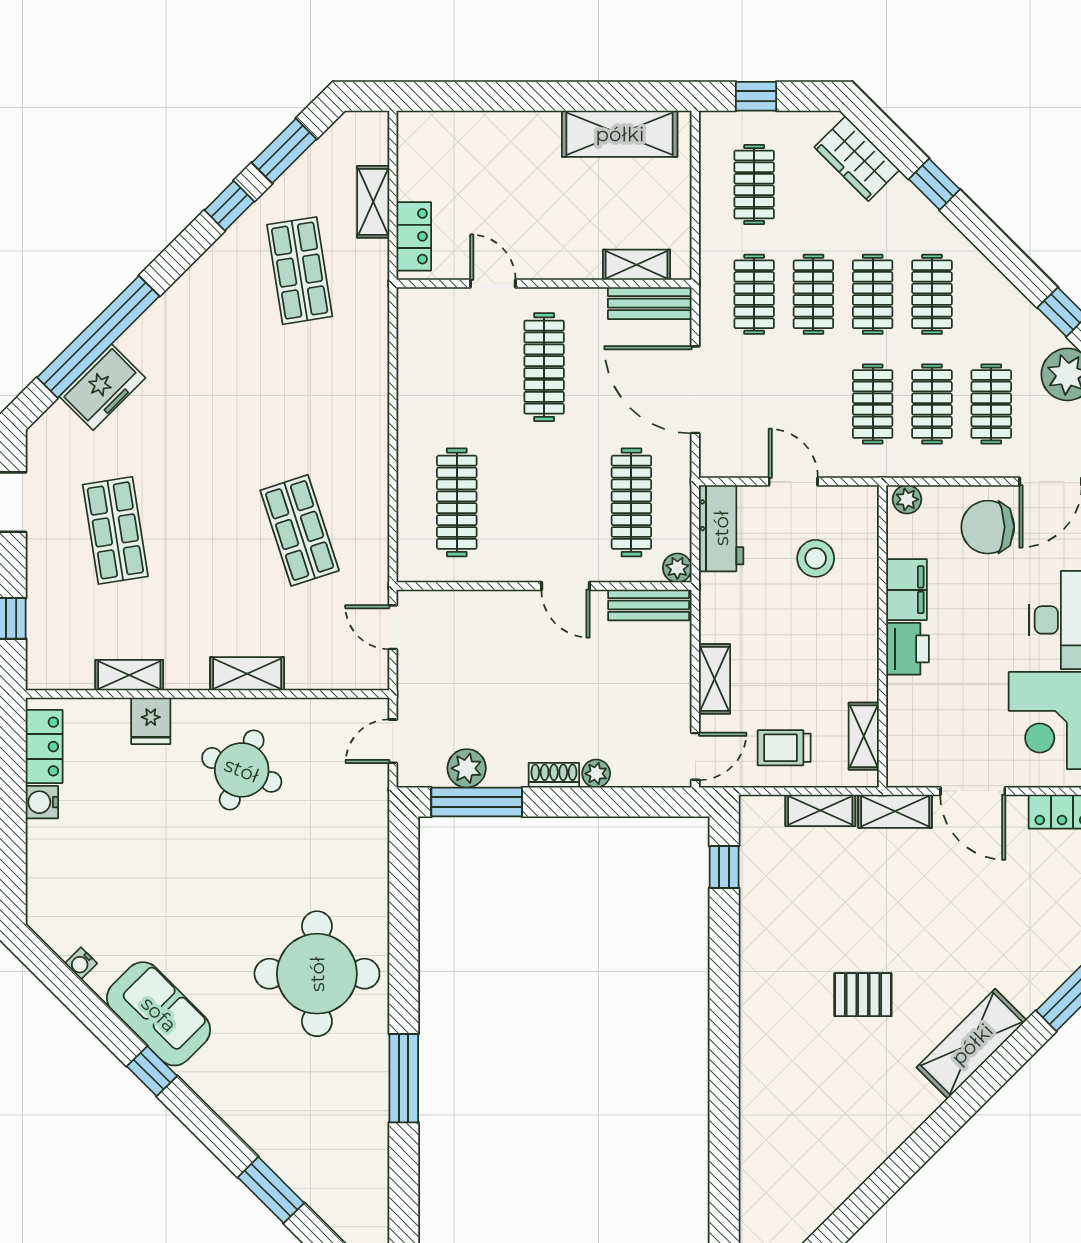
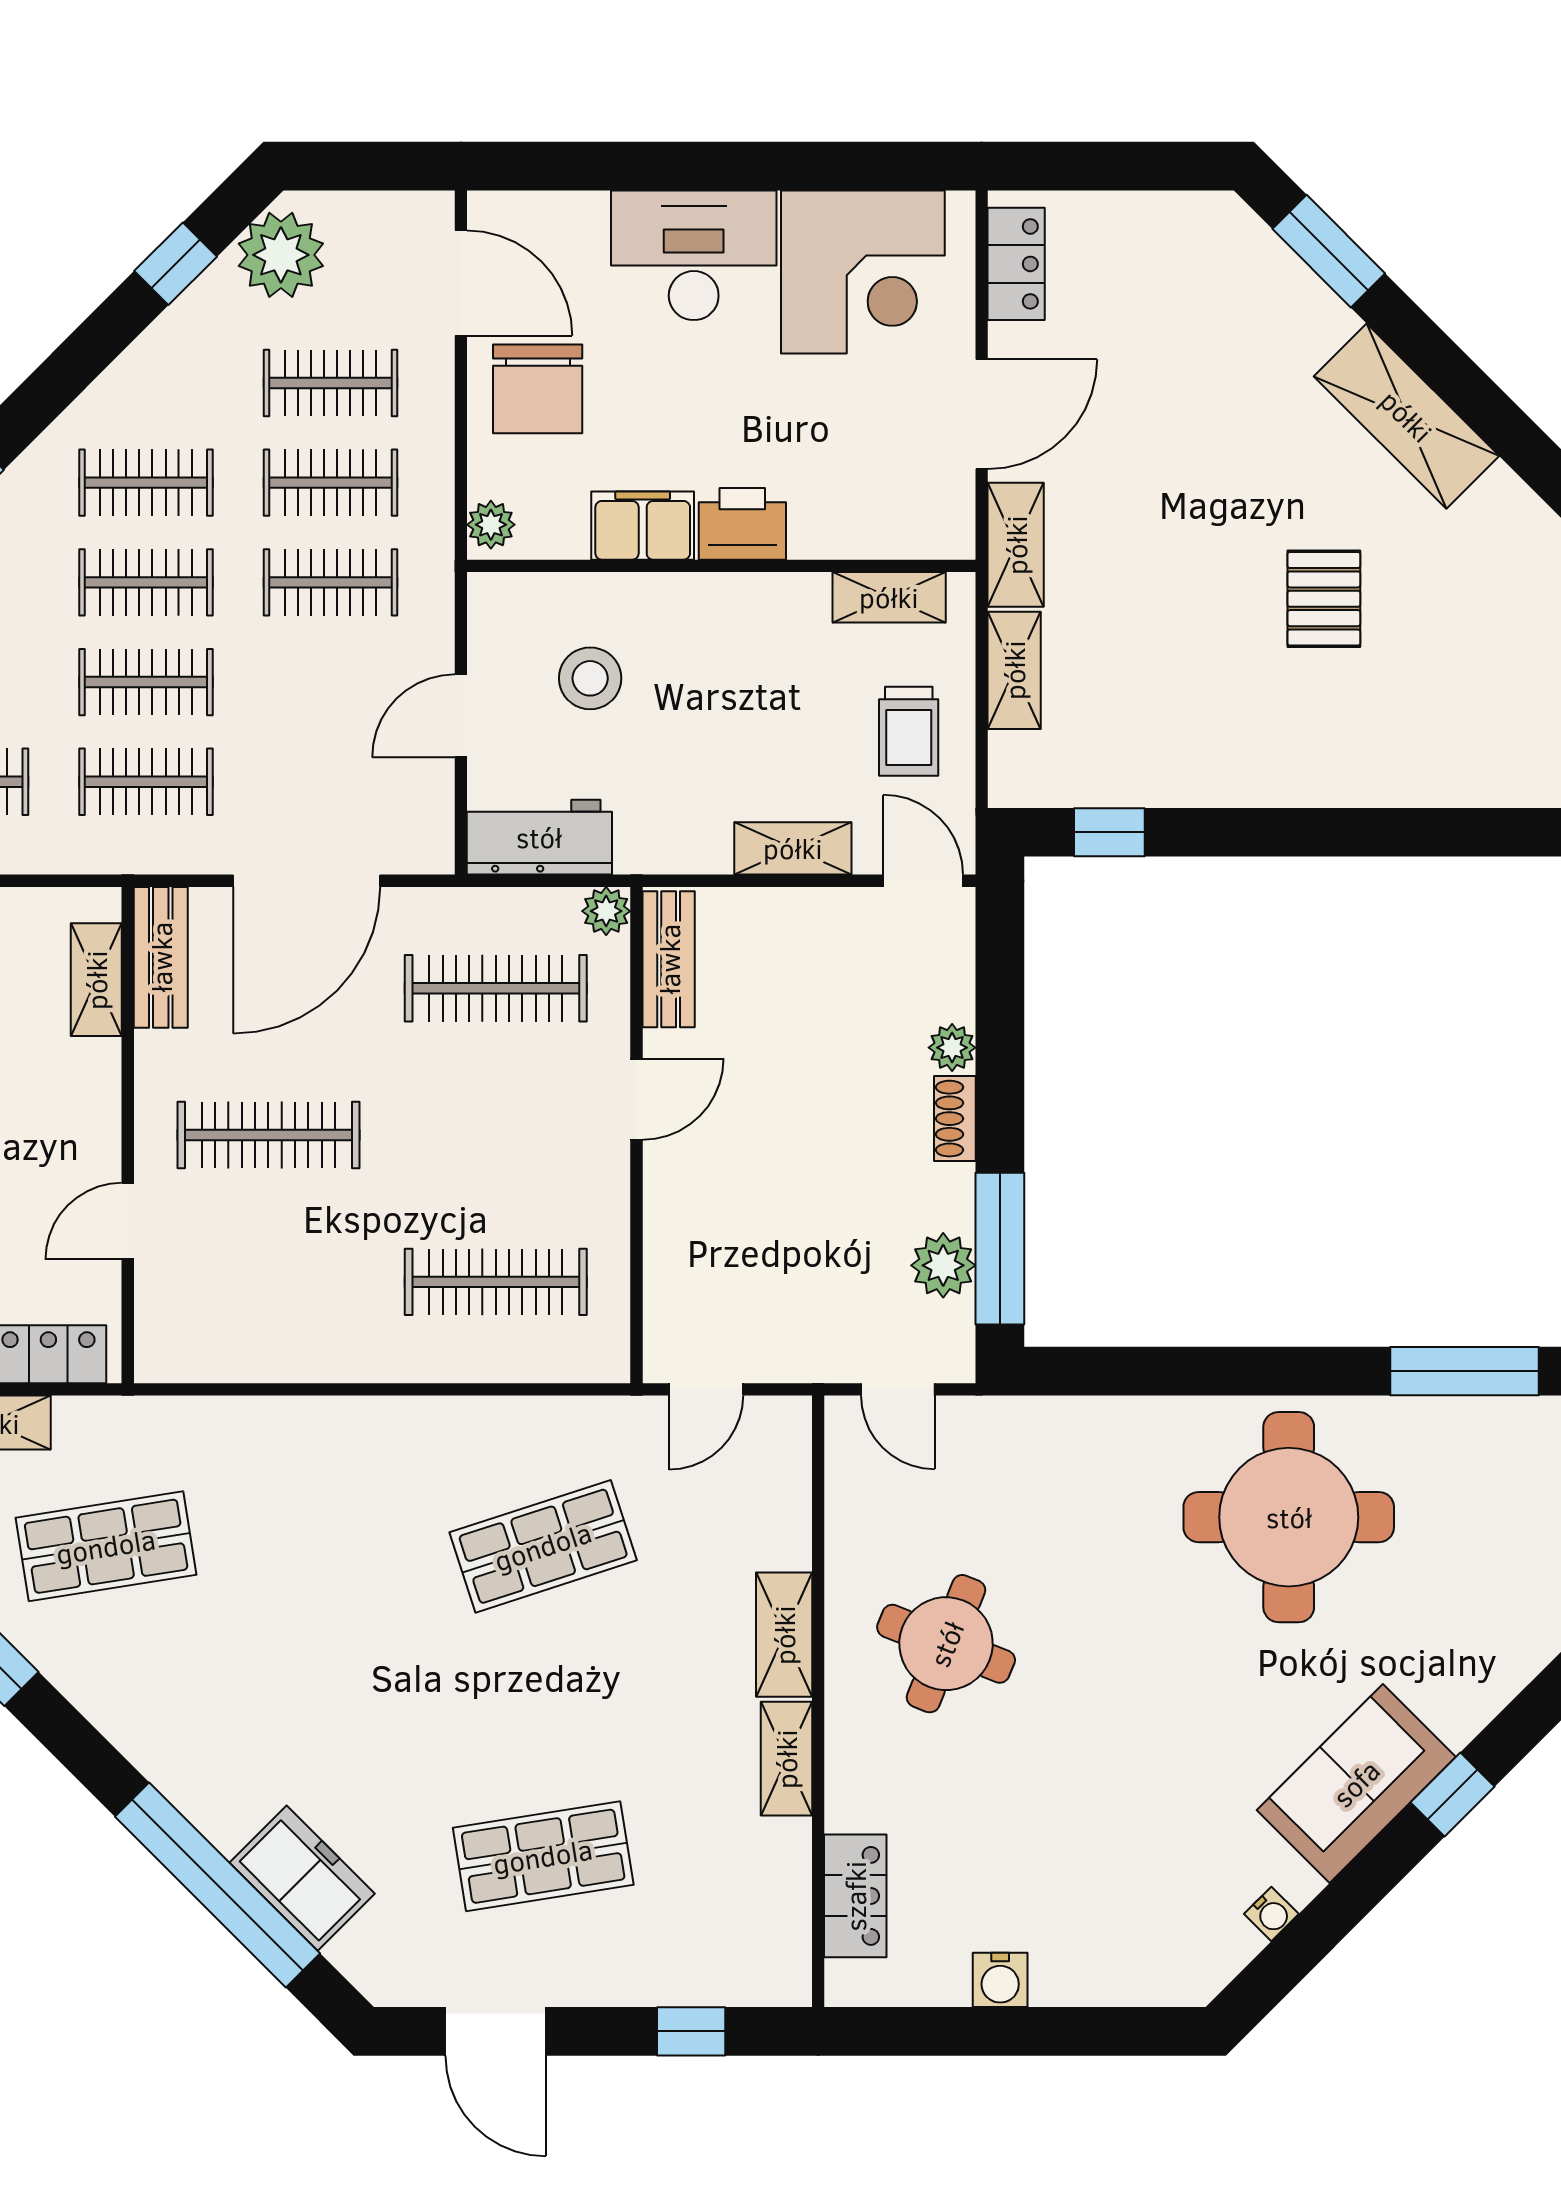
shelving: (129, 675) -> (786, 1759), moved
fridge: (151, 721) -> (863, 1797), removed
locker: (44, 747) -> (855, 1896), moved, turned 90

